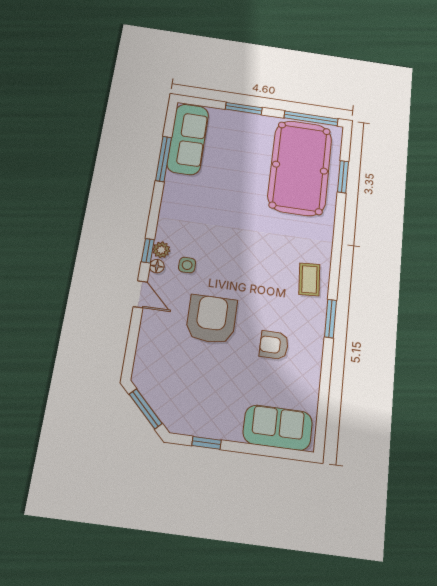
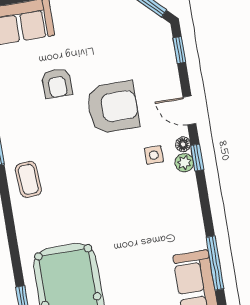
armchair: (211, 319) -> (113, 107), turned -90
armchair: (274, 345) -> (57, 83), moved, turned 90
window: (130, 352) -> (179, 50), added

